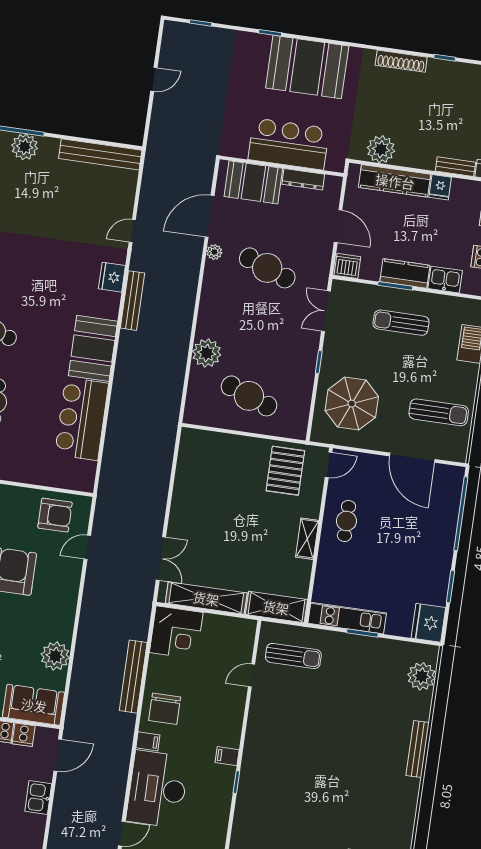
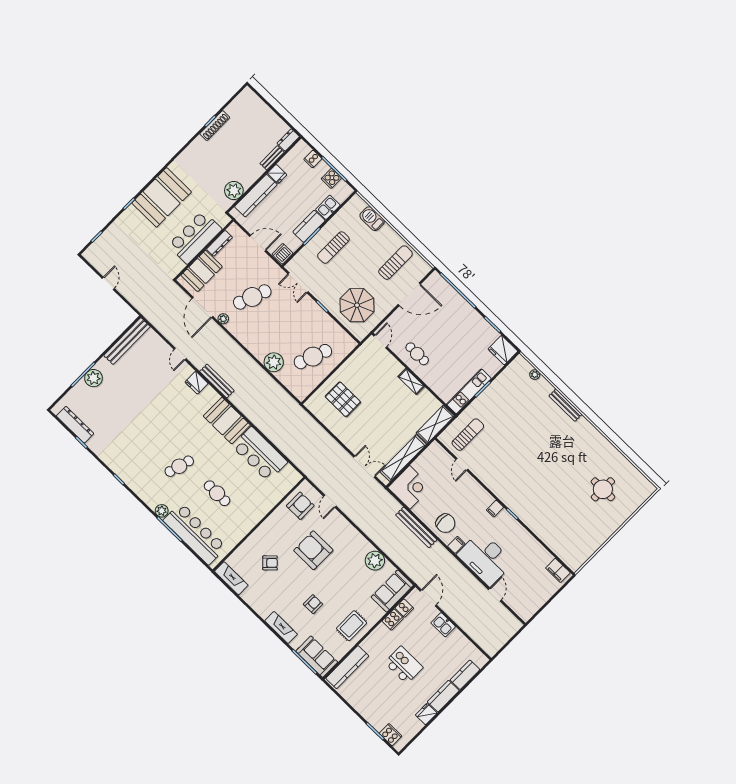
shoe rack: (401, 61) -> (215, 126), moved
pallet: (285, 471) -> (343, 399), moved
plant: (422, 676) -> (535, 375), width x0.53, depth x0.53

